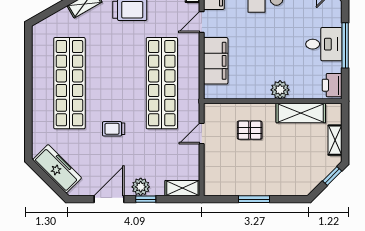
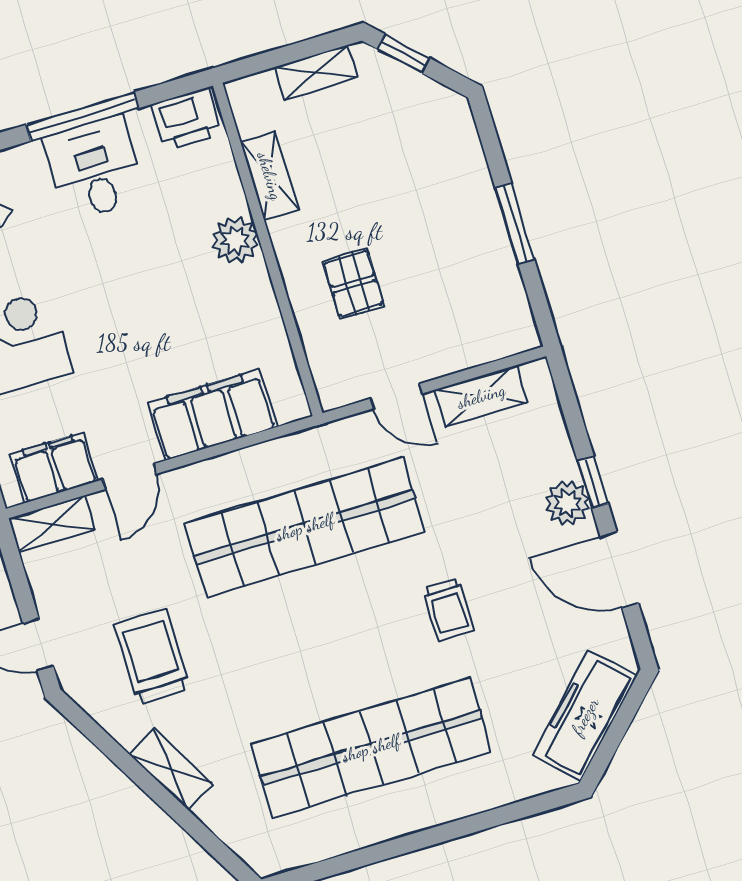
door: (202, 22) -> (130, 477), hinge flipped
shelving: (301, 113) -> (270, 176), width x0.67, depth x0.75
shelving: (182, 188) -> (481, 396), moved, turned 90

